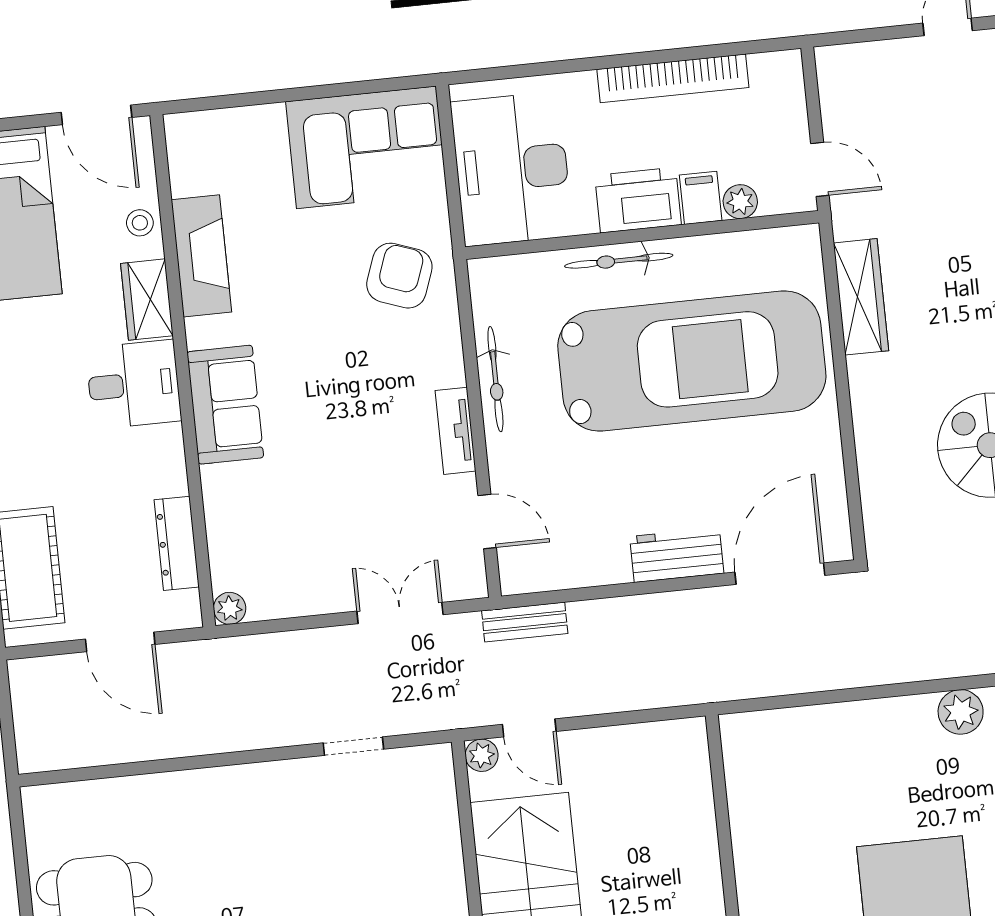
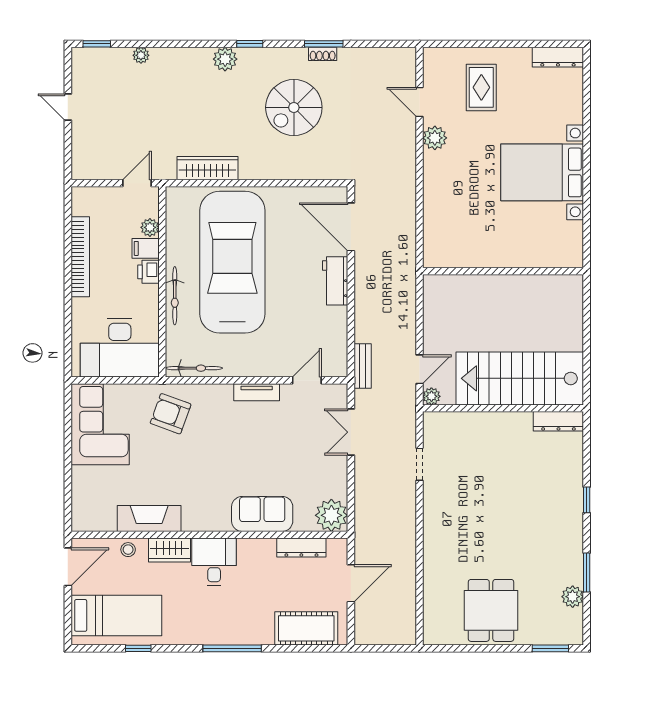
printer: (638, 200) -> (148, 272), width x0.53, depth x0.68
bicycle: (495, 379) -> (194, 368), moved
sofa: (225, 405) -> (262, 514), moved
plant: (230, 608) -> (331, 515), width x1.87, depth x1.87

